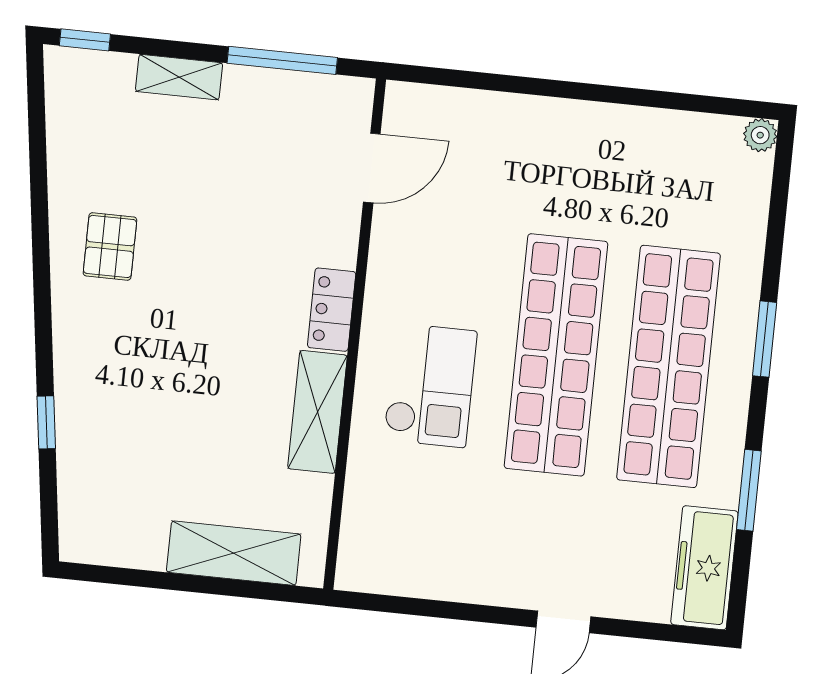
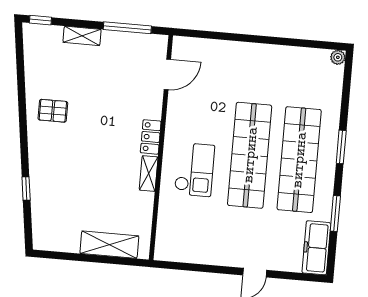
pallet: (110, 246) -> (53, 111), turned 90
shelving: (317, 412) -> (149, 174), width x0.67, depth x0.75

